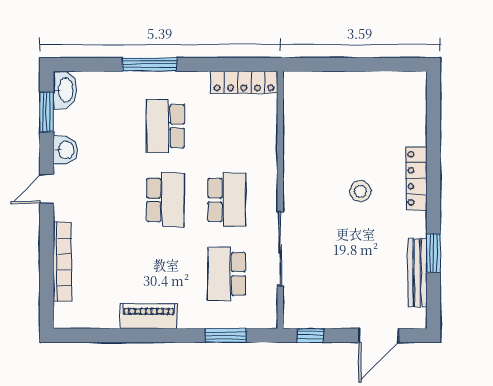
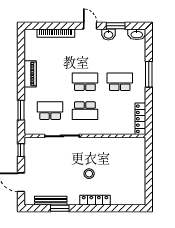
window: (47, 112) -> (116, 26), moved
school desk: (165, 200) -> (85, 82), turned 180

